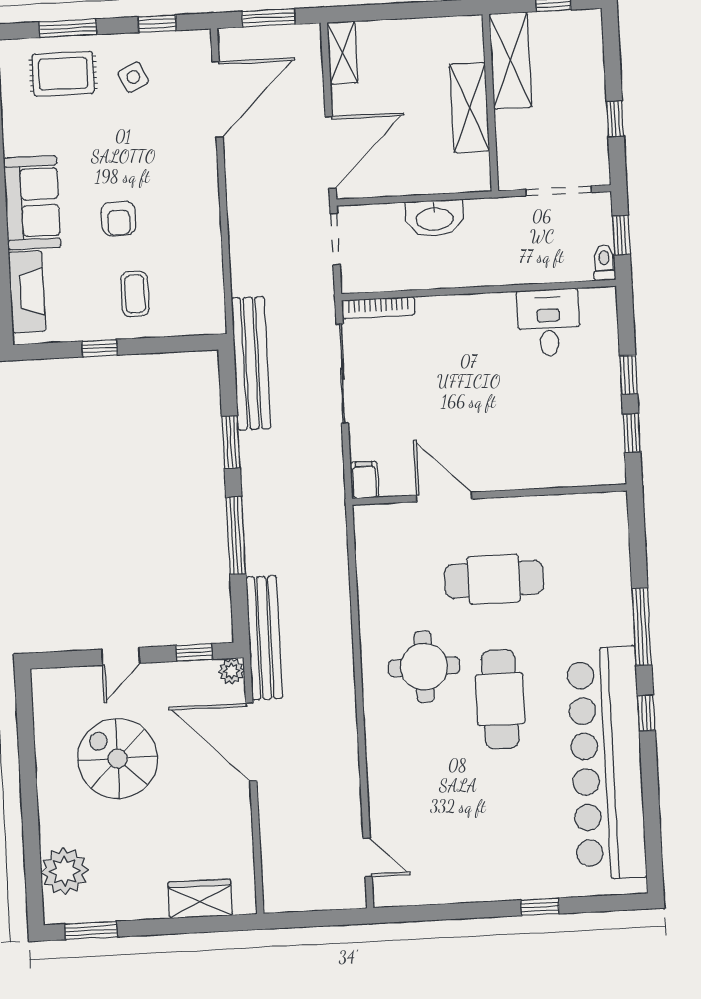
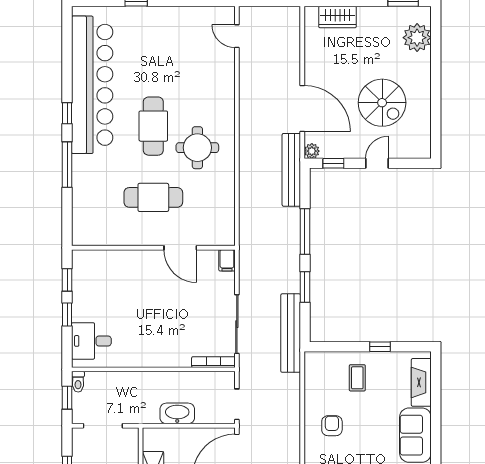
armchair: (119, 219) -> (332, 426), moved
desk: (549, 323) -> (91, 341), moved, turned 90

